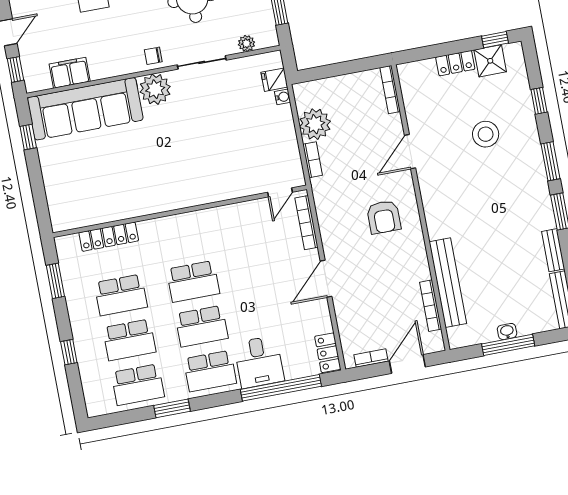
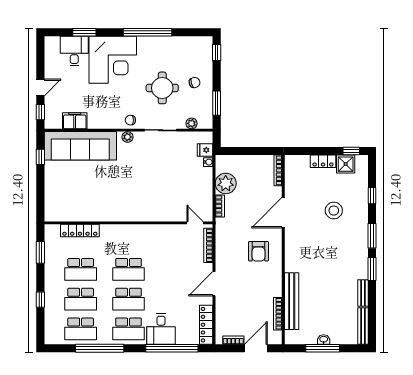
plant: (155, 89) -> (128, 137), width x0.53, depth x0.53
door: (410, 152) -> (283, 213), width x1.36
door: (280, 192) -> (195, 223), swing flipped
locker: (328, 353) -> (206, 325), width x1.53
window: (172, 408) -> (100, 348), width x2.11

